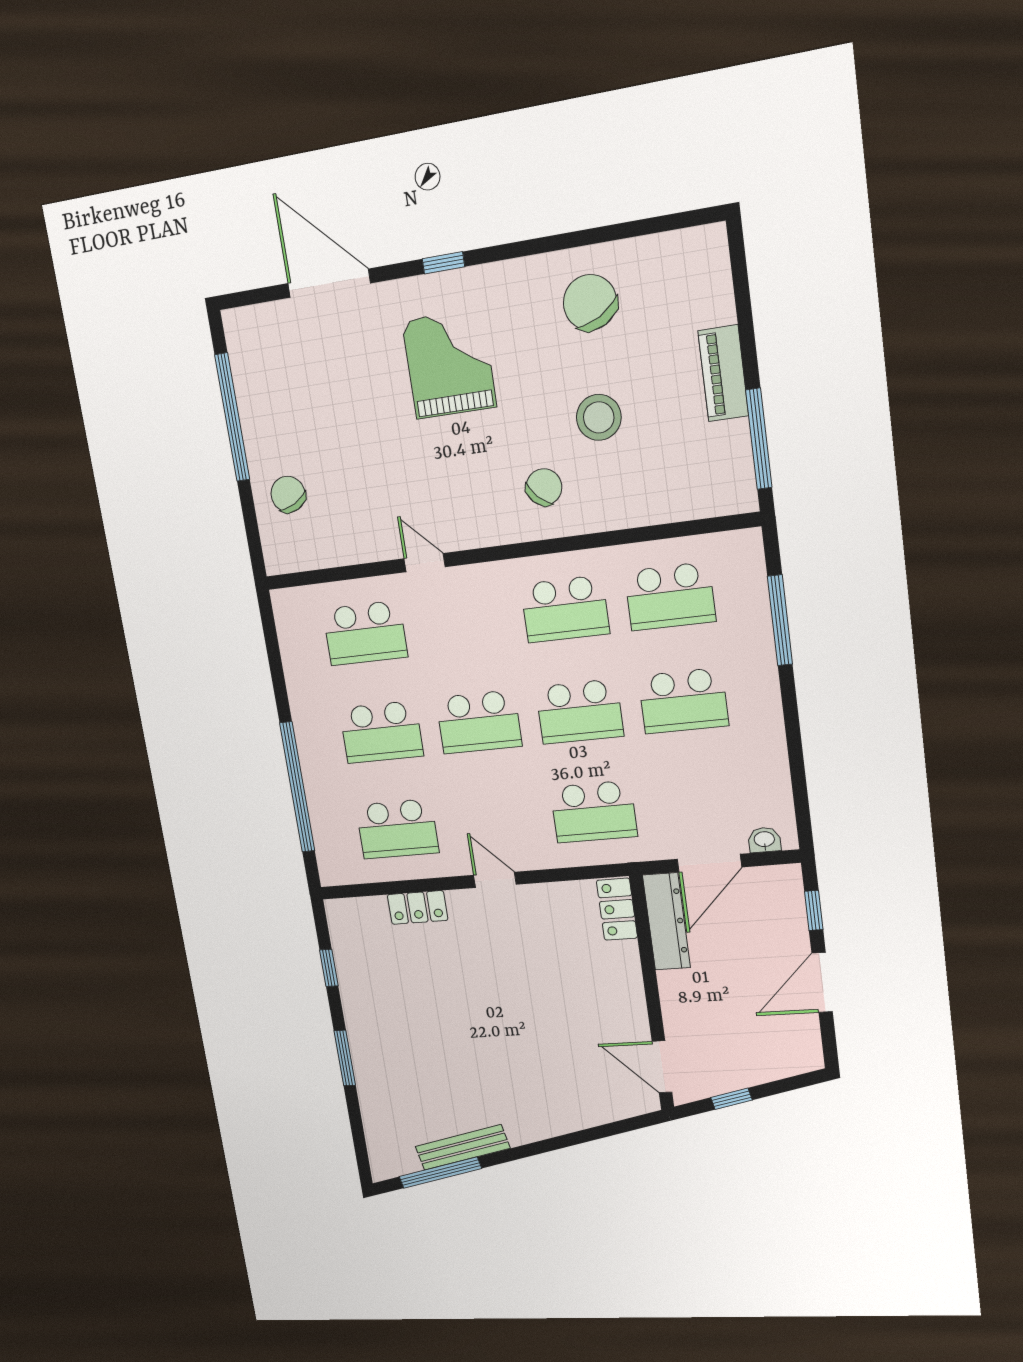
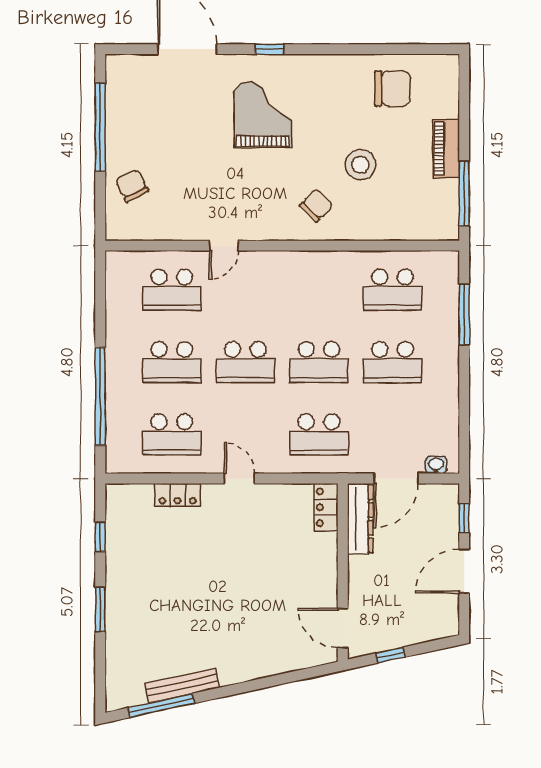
chair: (590, 302) -> (392, 89), moved, turned 119
door: (425, 563) -> (224, 246), swing flipped
school desk: (565, 609) -> (319, 290), removed

